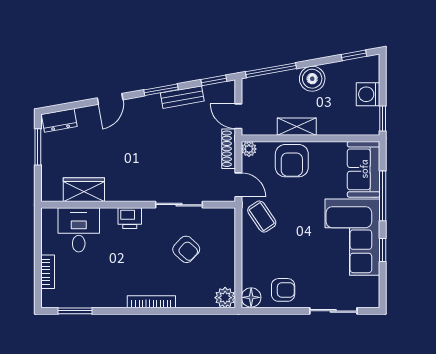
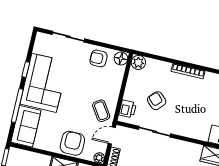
door: (238, 185) -> (112, 135), hinge flipped
printer: (130, 218) -> (128, 109), moved, turned 90

